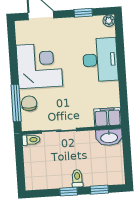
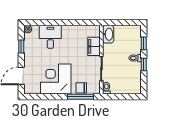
desk: (100, 60) -> (50, 37), width x0.73
filing cabinet: (108, 117) -> (94, 46), moved

